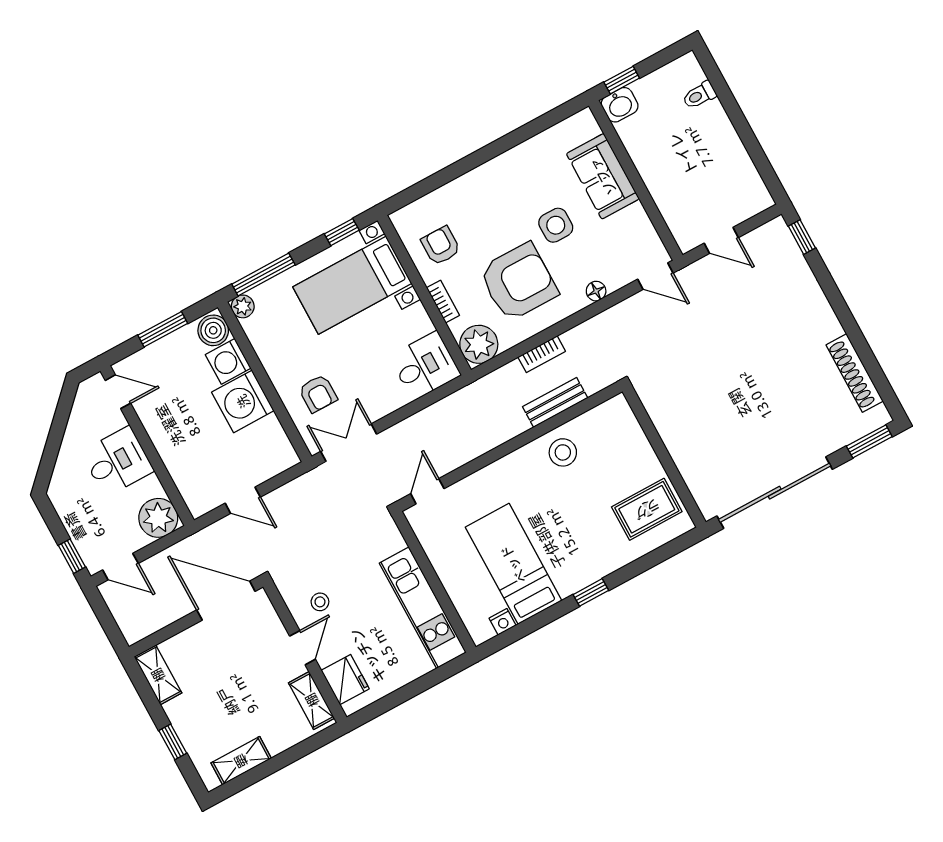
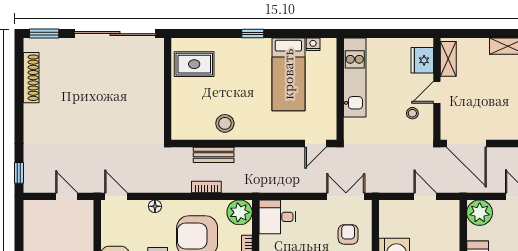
double door: (349, 443) -> (346, 196), swing flipped

